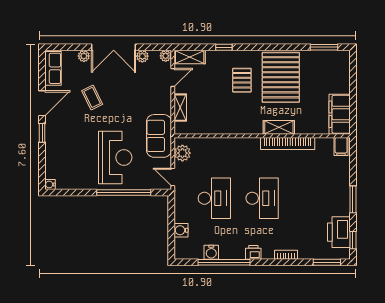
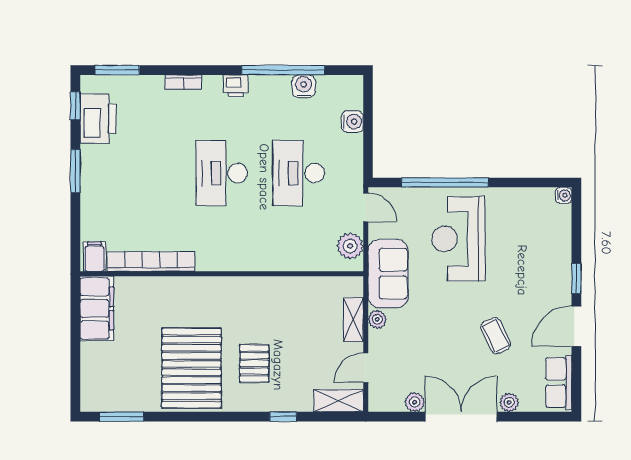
plant: (166, 56) -> (377, 319), moved
shelving: (279, 127) -> (195, 287), removed
bookcase: (288, 143) -> (151, 262), moved

